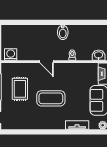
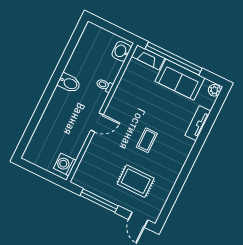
rug: (20, 89) -> (136, 181), moved
coffee table: (51, 98) -> (147, 140), width x0.54, depth x0.58

